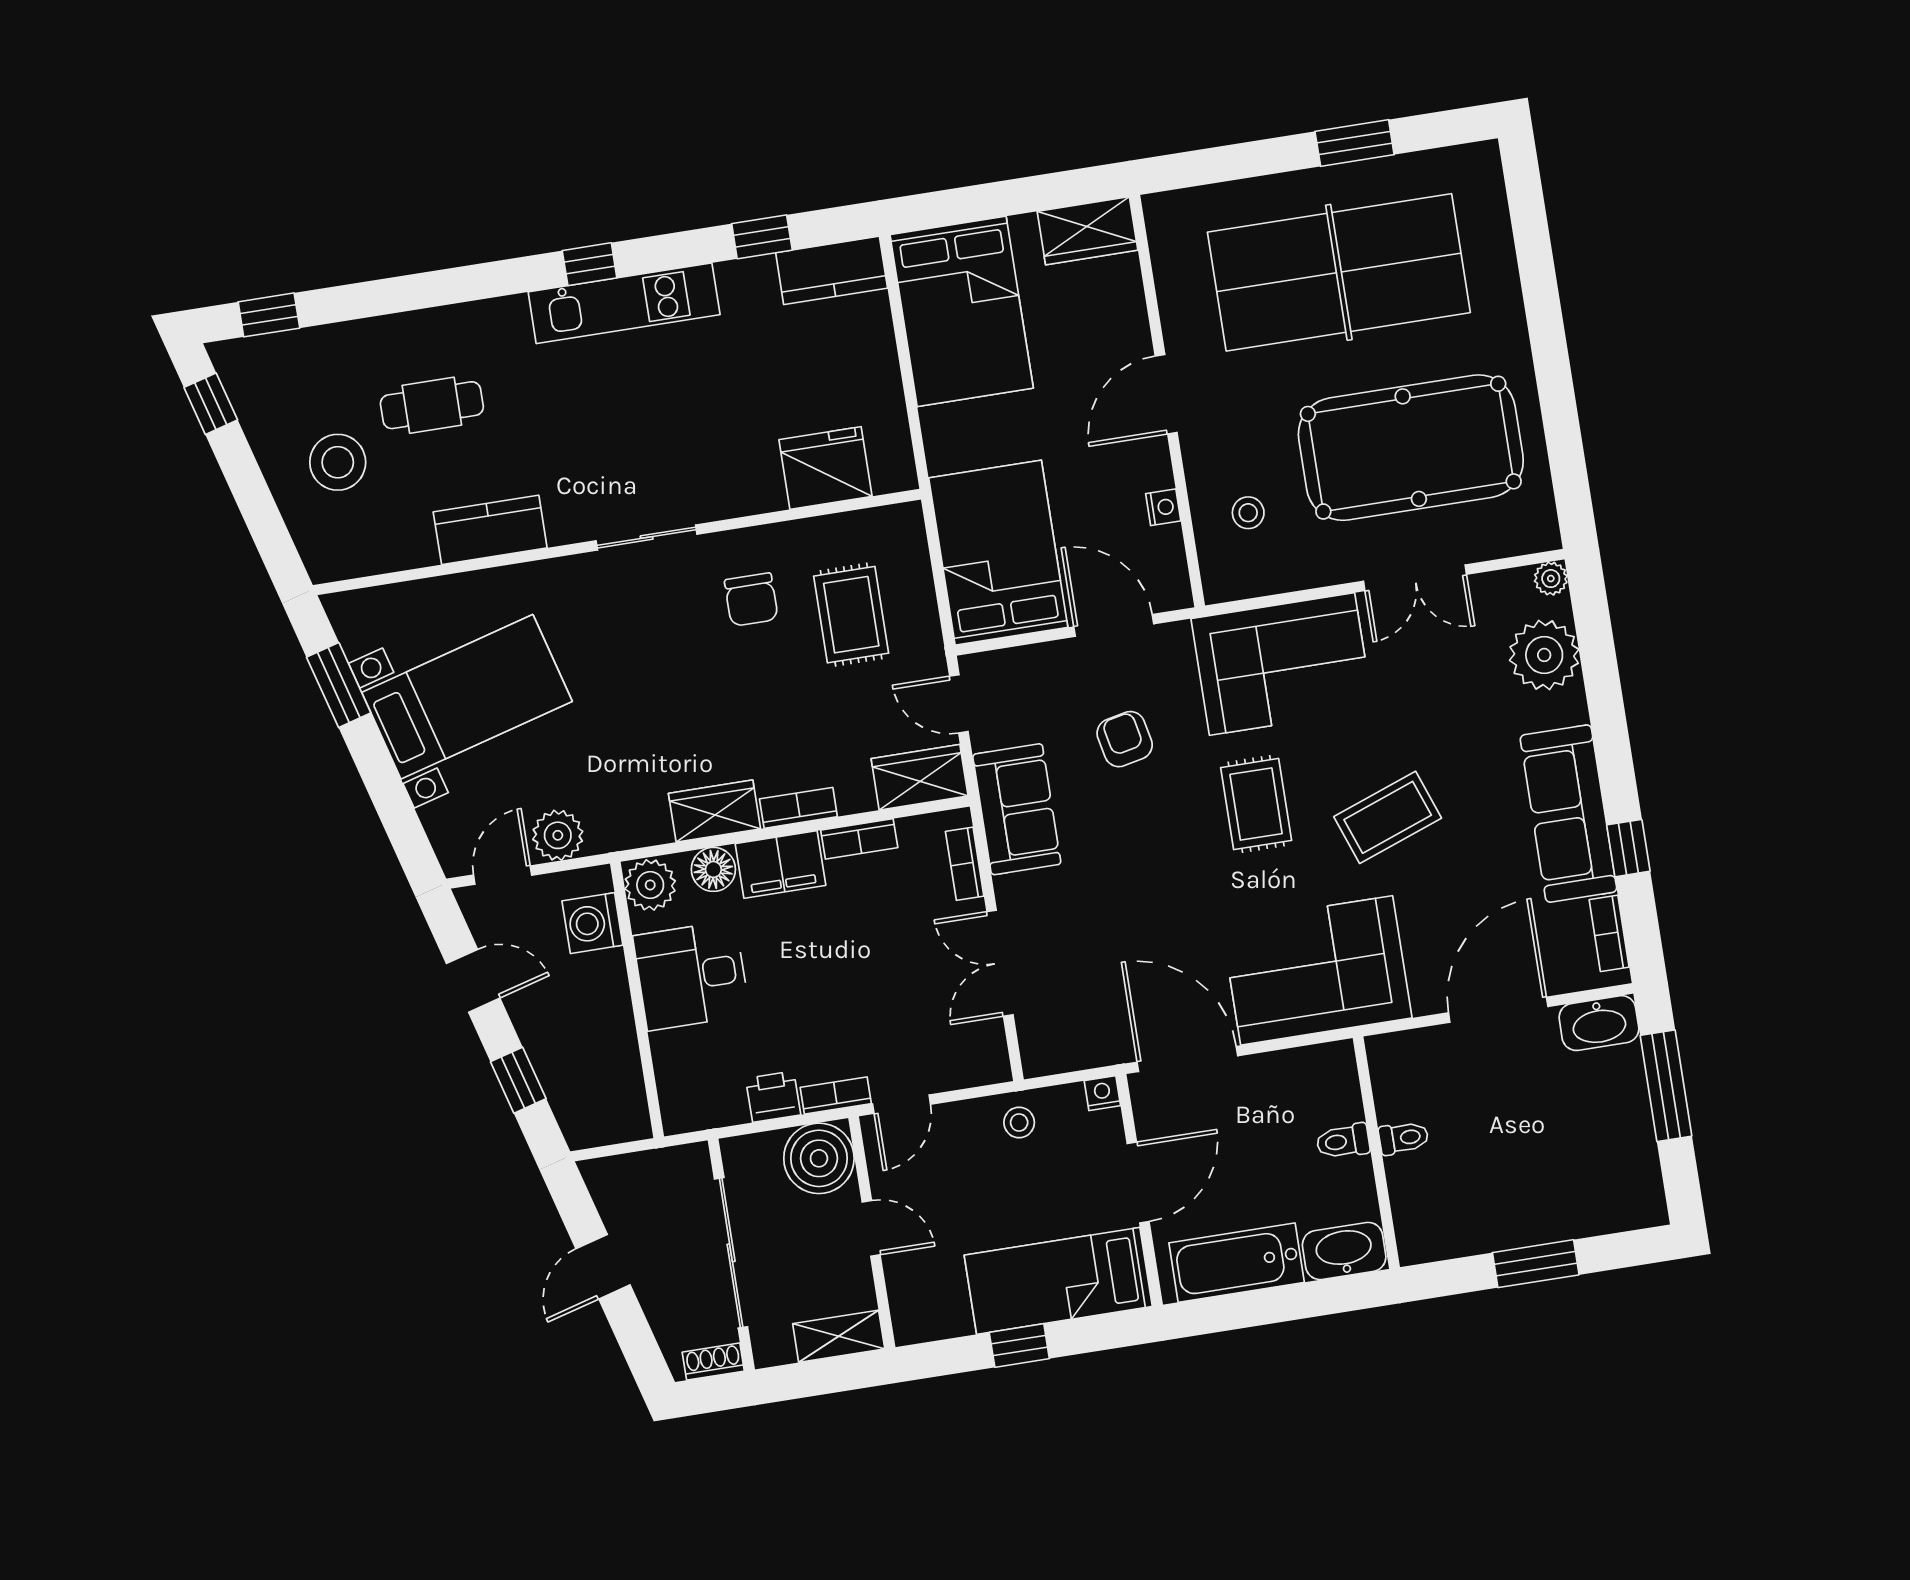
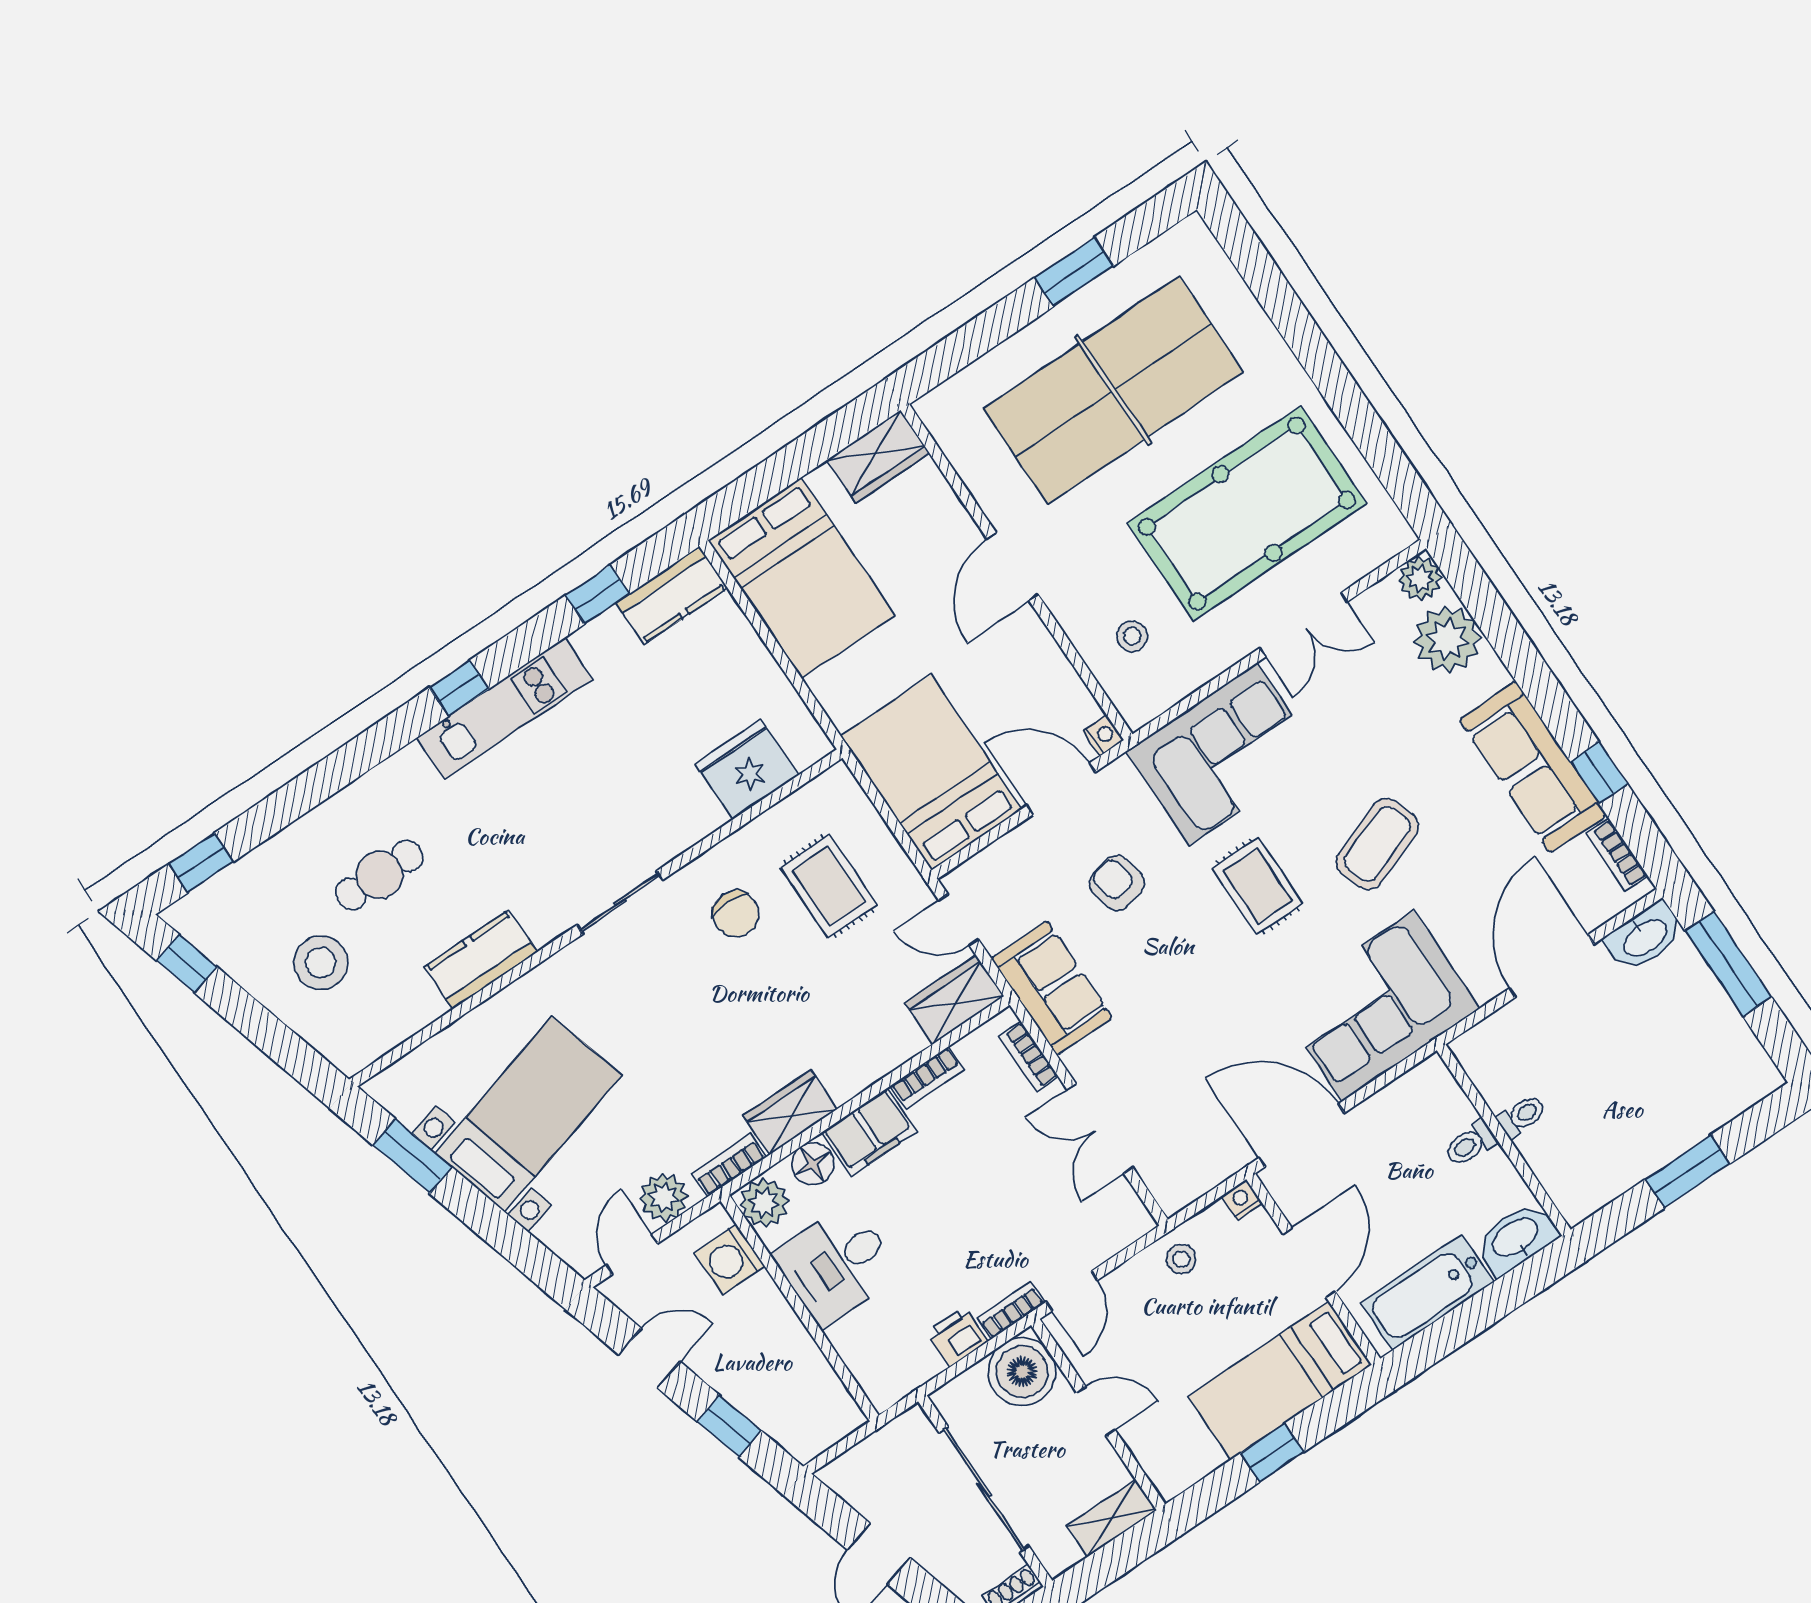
nightstand: (1163, 507) -> (1103, 735), moved
plant: (1551, 579) -> (1420, 579), width x1.38, depth x1.38
bookcase: (798, 808) -> (729, 1165), moved

